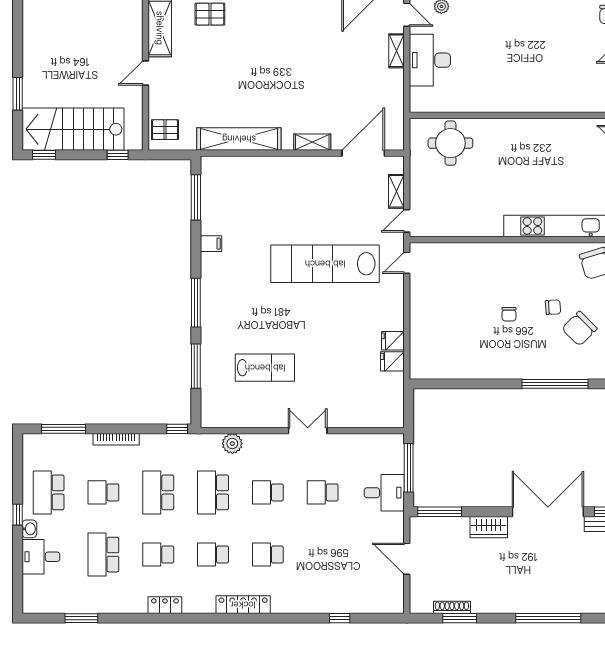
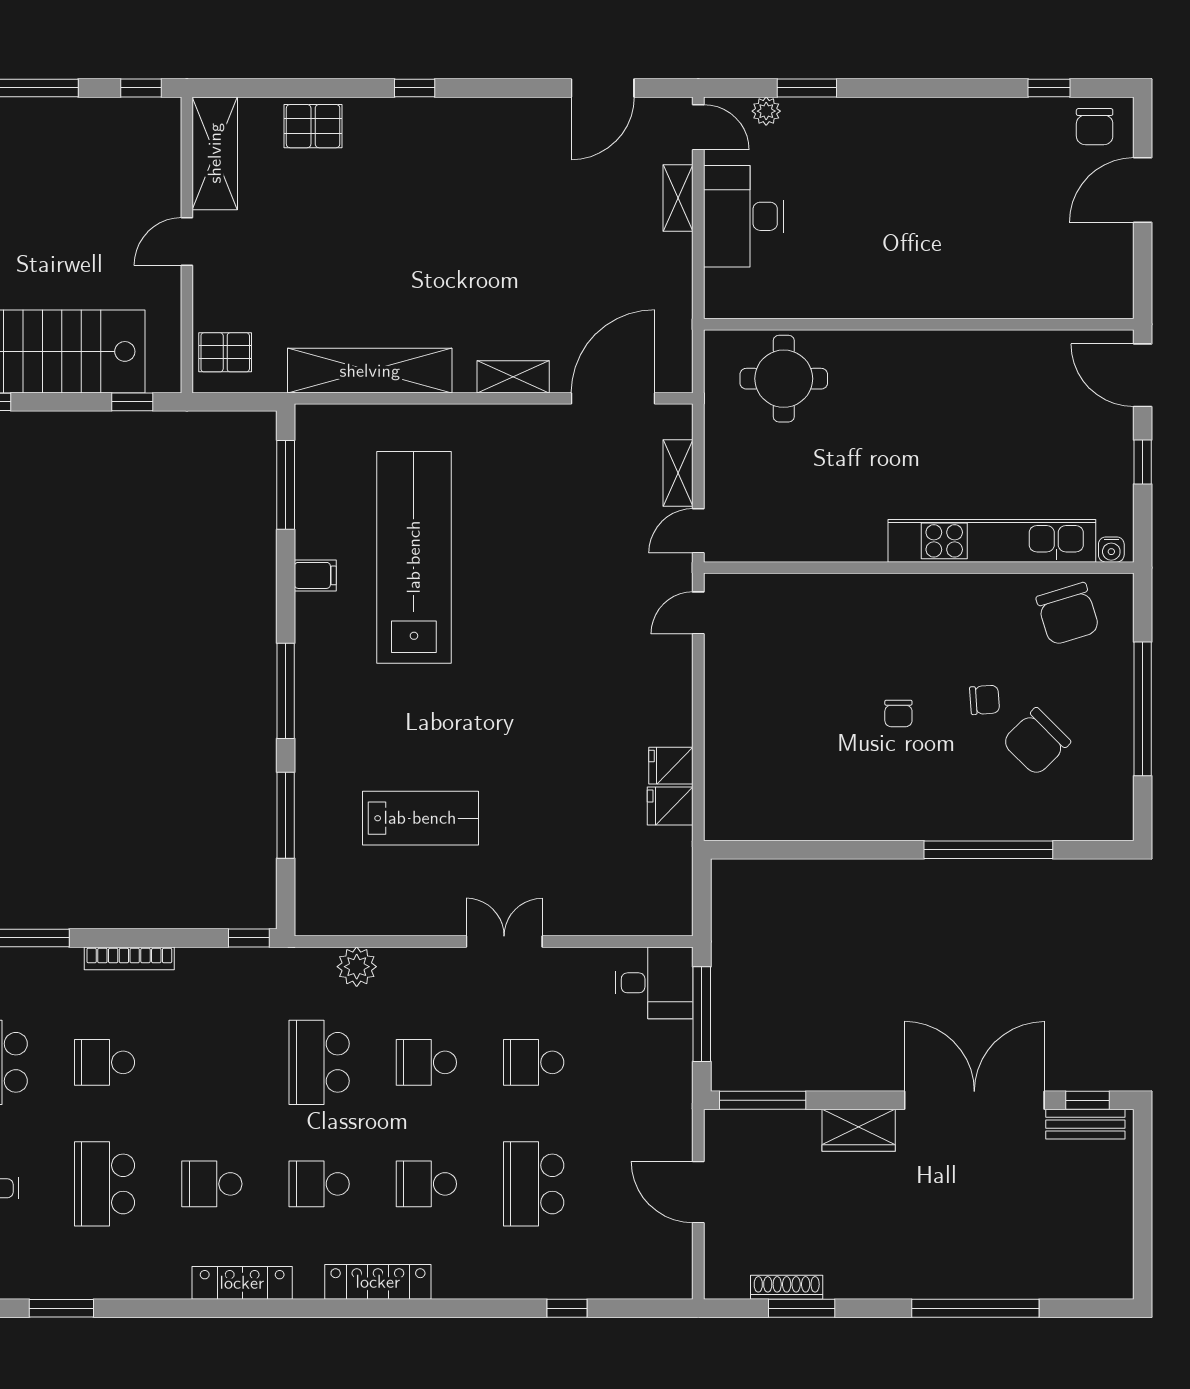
lab bench: (325, 264) -> (414, 557), moved, turned 90
school desk: (158, 492) -> (534, 1184), moved
desk: (384, 493) -> (654, 983), moved
locker: (165, 605) -> (242, 1283), width x1.53

